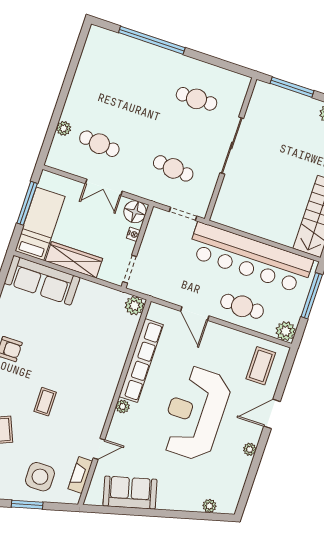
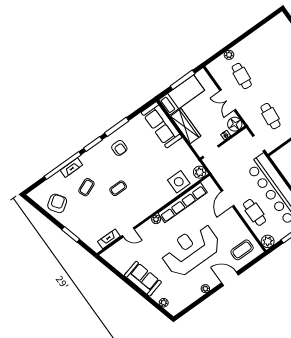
side table: (40, 477) -> (179, 182), moved
sofa: (130, 493) -> (143, 279), moved

